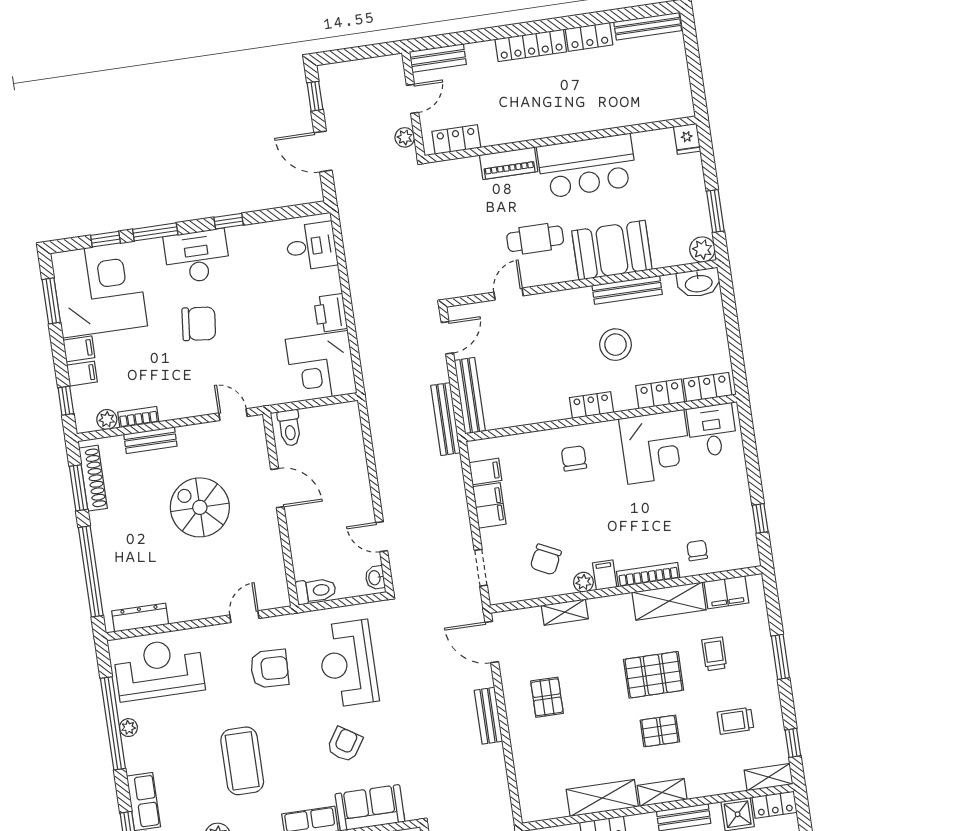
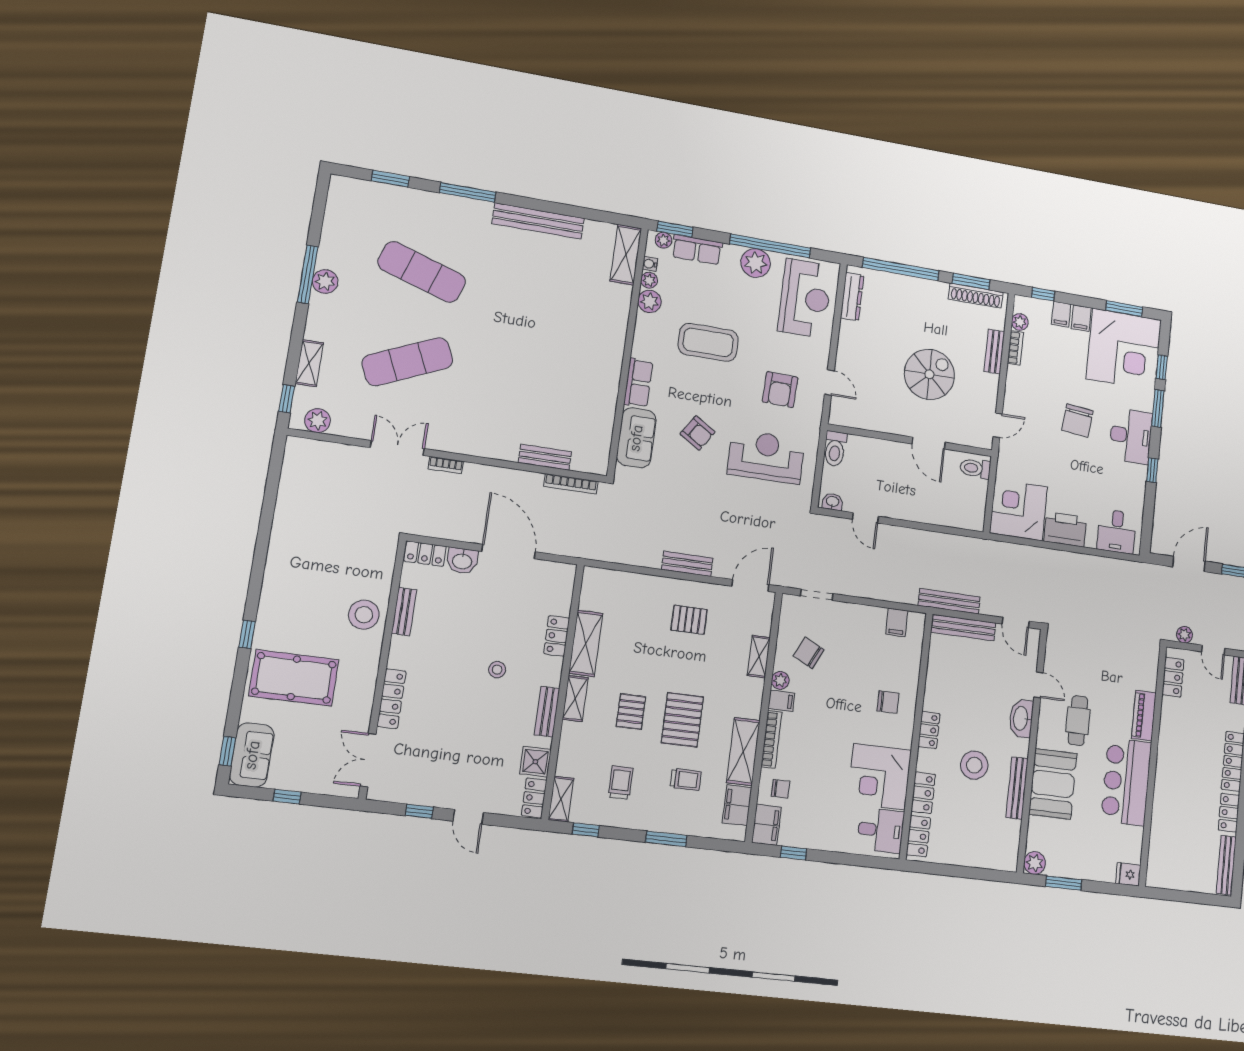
washbasin: (699, 283) -> (1021, 718), moved
printer: (331, 313) -> (1065, 529), width x1.37, depth x1.19
door: (277, 488) -> (929, 443), hinge flipped
filing cabinet: (489, 505) -> (766, 825), moved, turned -90
door: (382, 537) -> (865, 518), swing flipped
plant: (128, 728) -> (756, 263), width x1.88, depth x1.88

